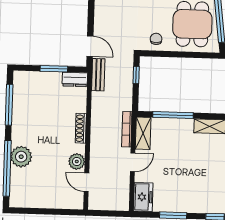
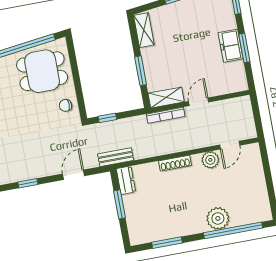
door: (90, 46) -> (74, 175), moved
window: (9, 105) -> (167, 243), width x0.69
window: (173, 115) -> (141, 71), width x0.69
door: (133, 162) -> (199, 102), hinge flipped
freezer: (143, 197) -> (231, 46), moved, turned -90

